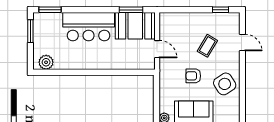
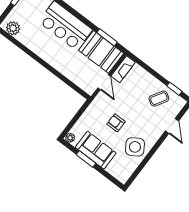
fireplace: (165, 26) -> (123, 69), added
coffee table: (207, 46) -> (159, 99), moved

